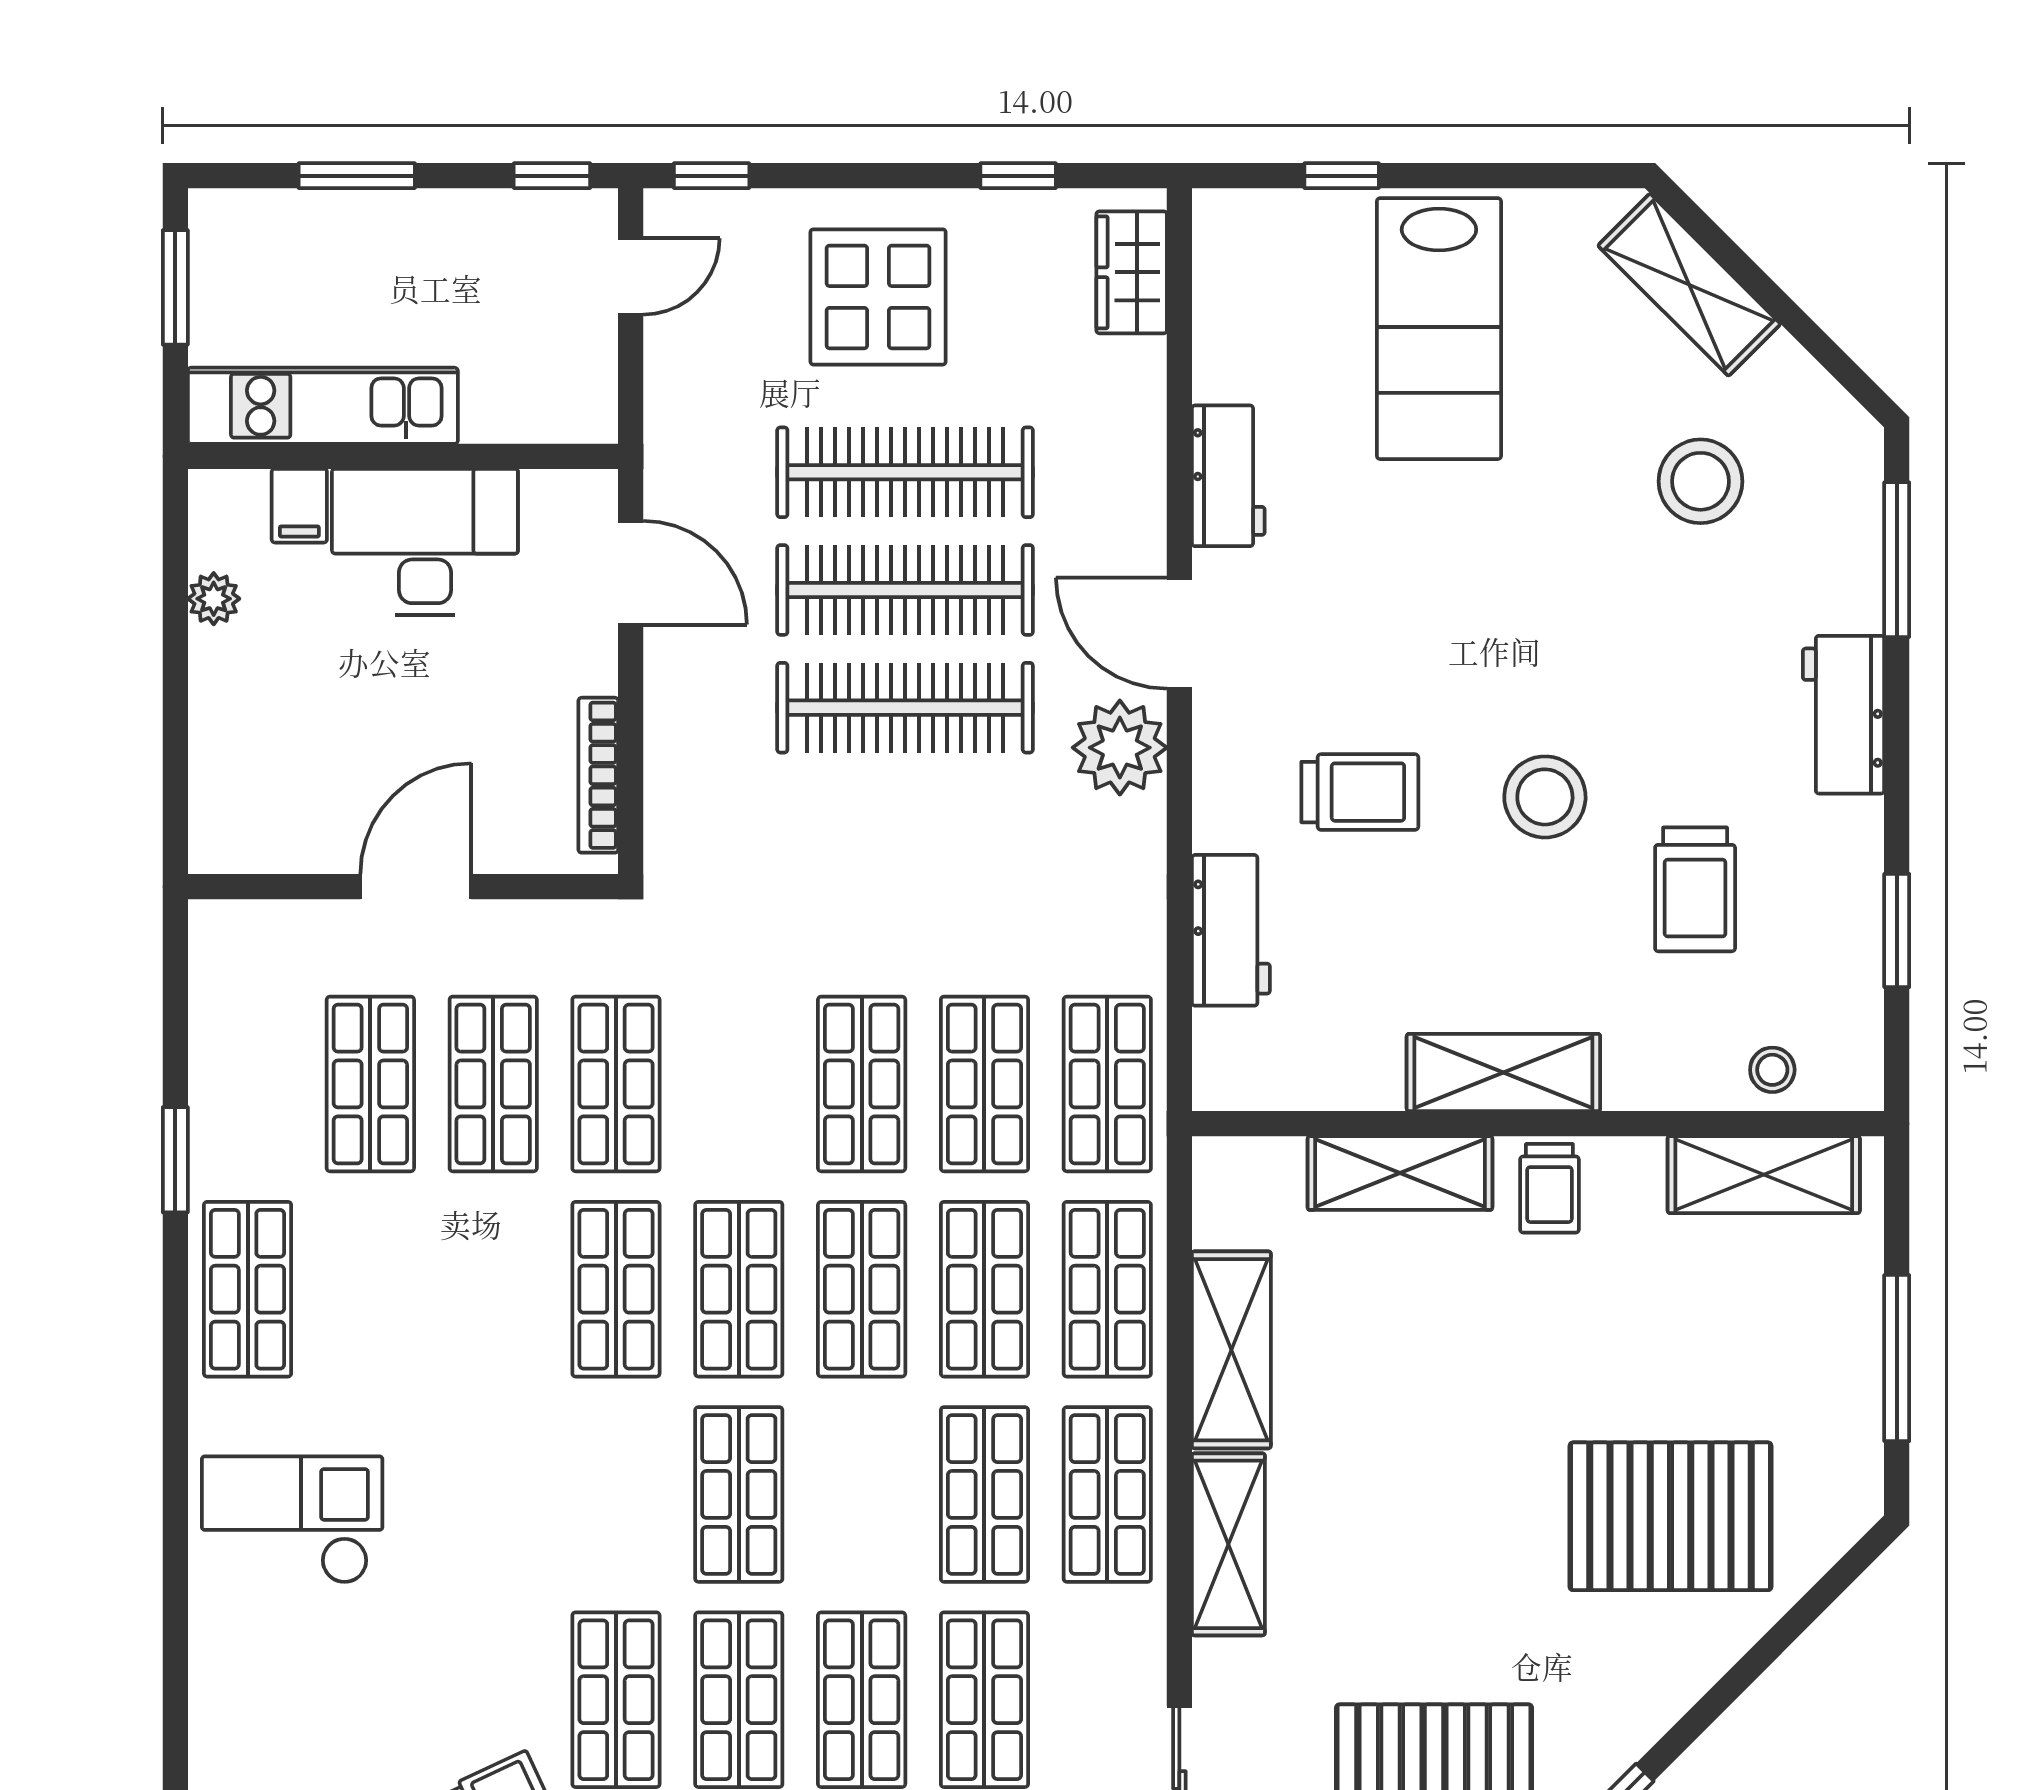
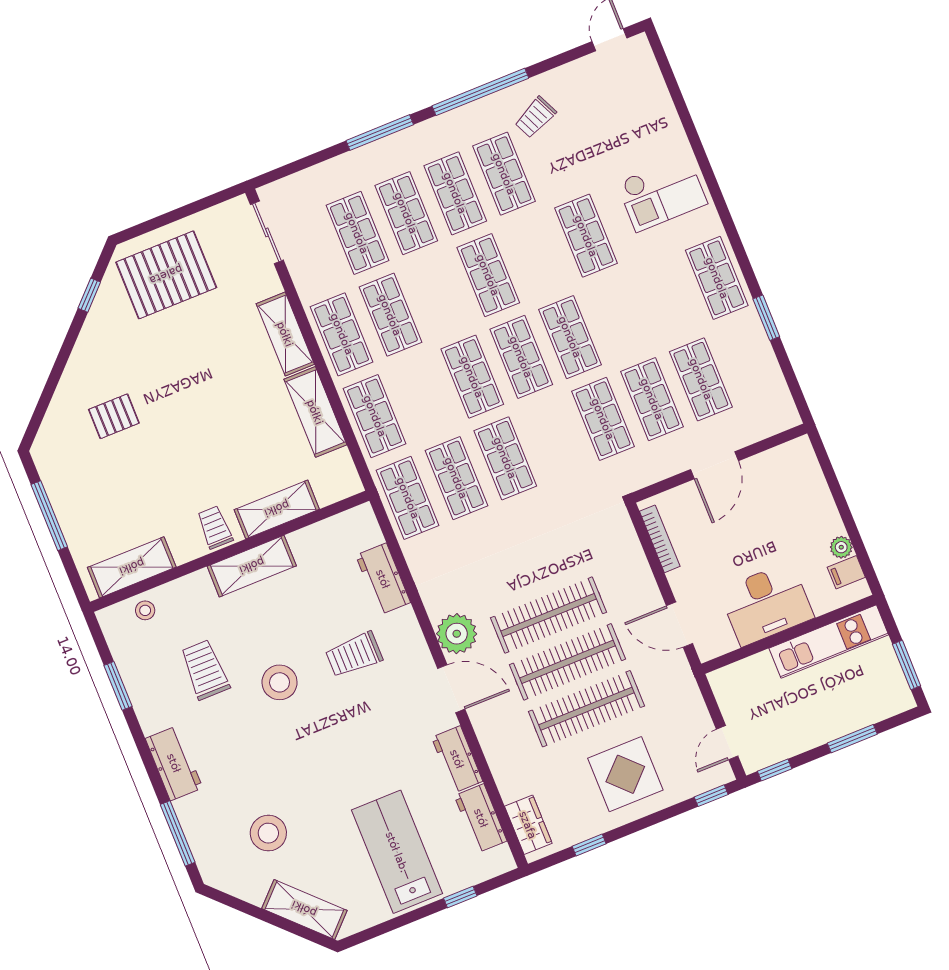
workbench: (1229, 328) -> (481, 818), added
filing cabinet: (299, 506) -> (846, 572), moved, turned -90
shop shelf: (984, 1289) -> (586, 236), moved
pallet: (1671, 1516) -> (114, 416), width x0.49, depth x0.50

